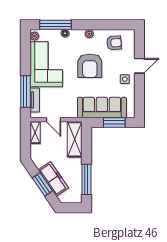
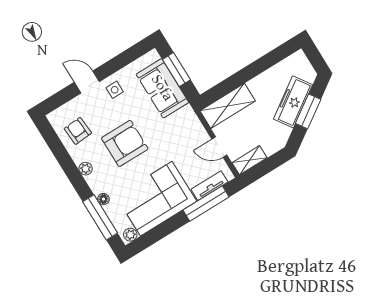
sofa: (102, 108) -> (162, 88), width x0.73
door: (54, 120) -> (219, 147), swing flipped
window: (86, 179) -> (268, 61), removed

